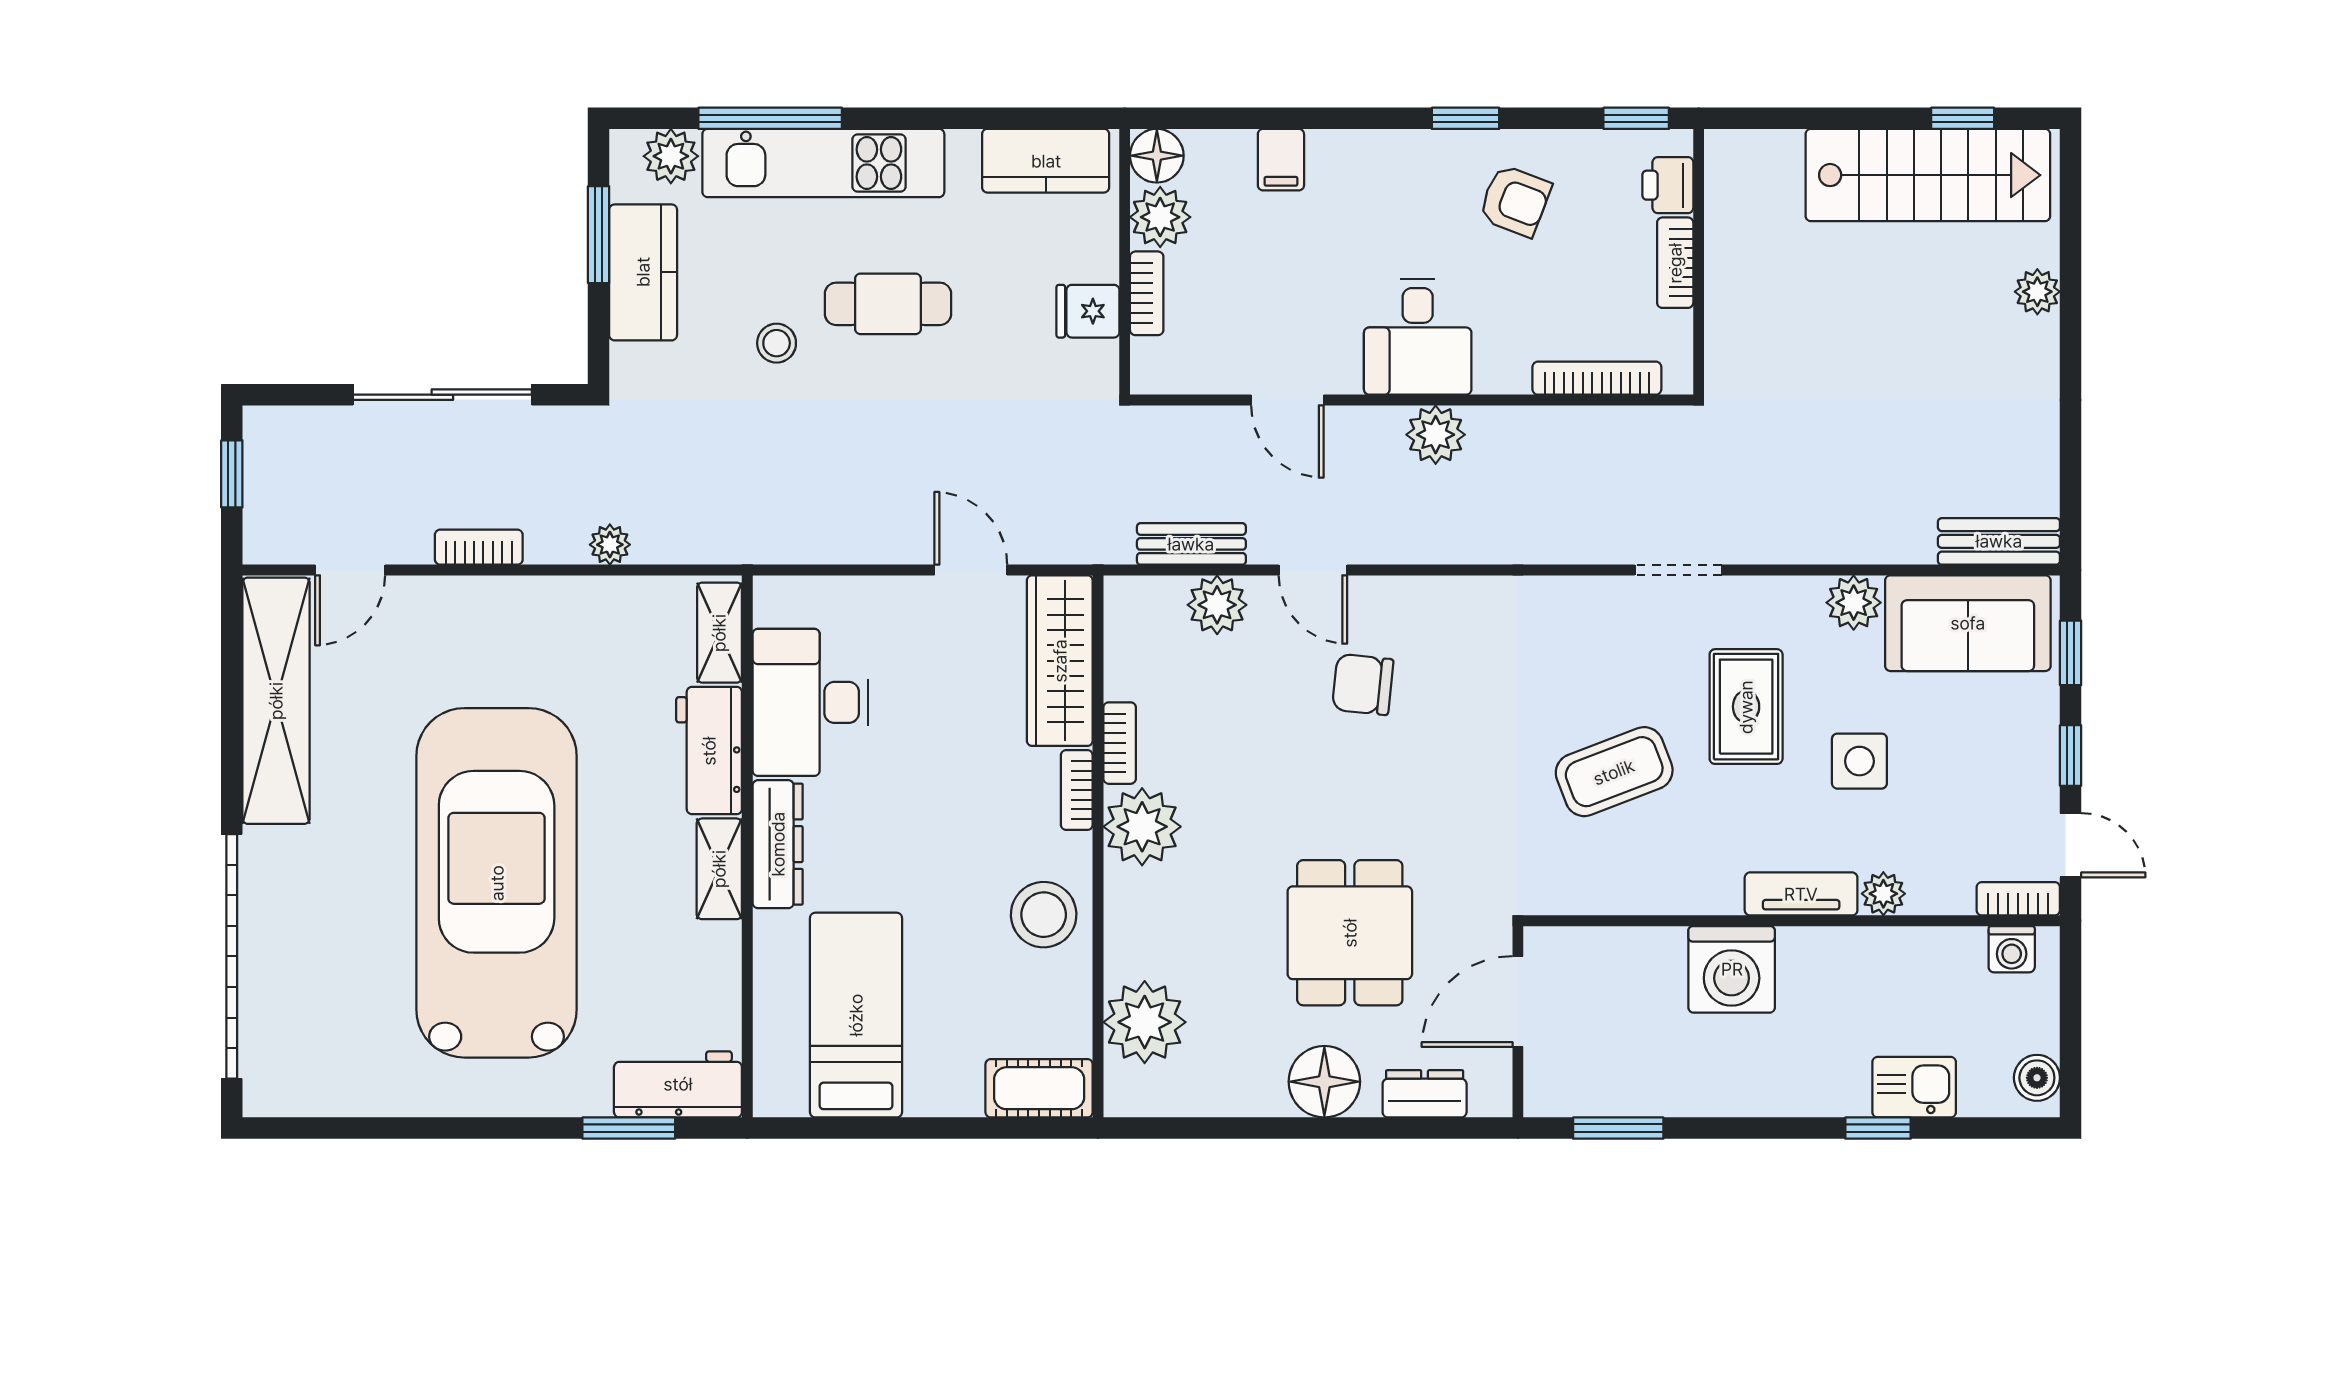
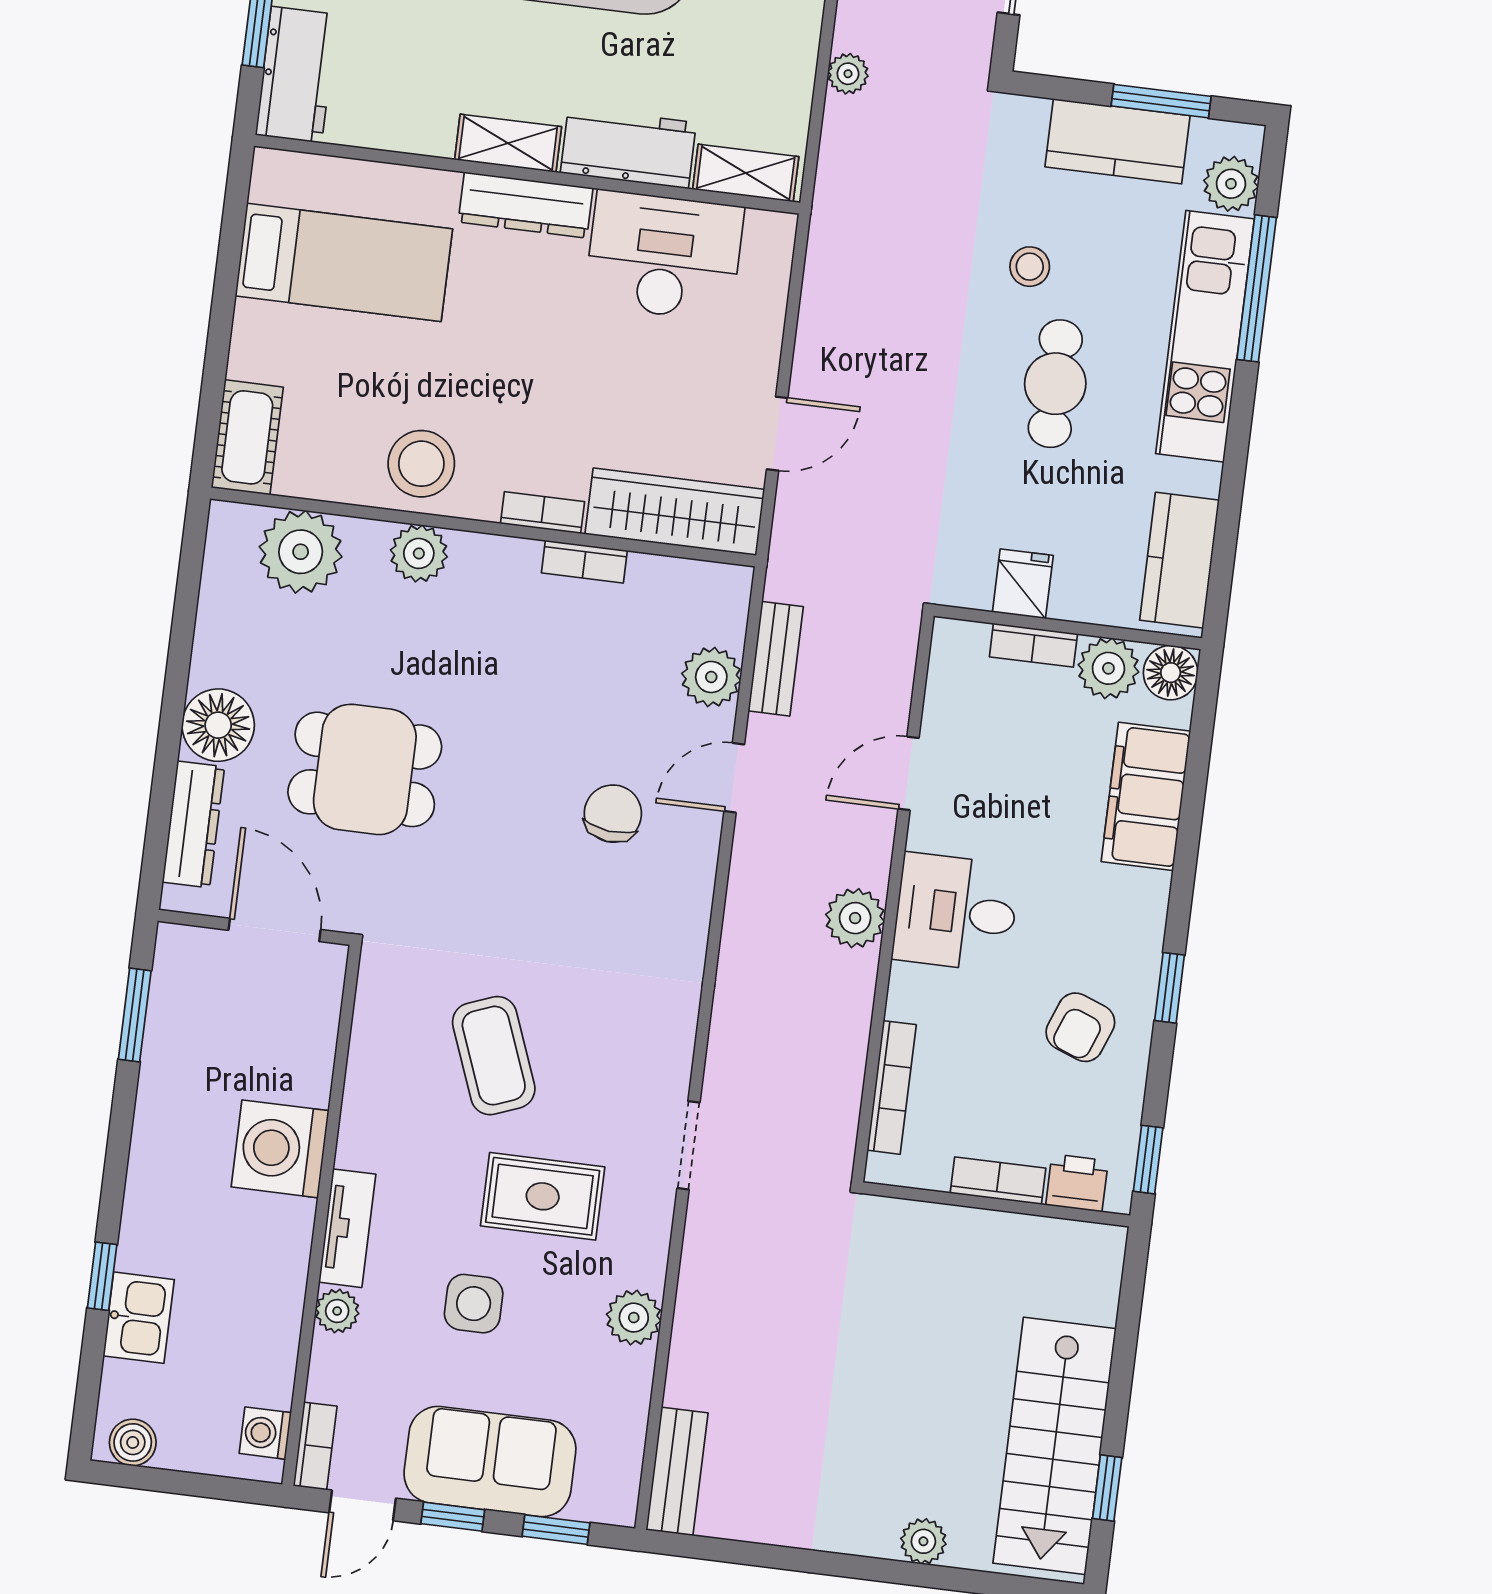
filing cabinet: (1281, 160) -> (1146, 796), width x3.00, depth x1.17
sofa: (1968, 623) -> (490, 1462), moved, turned 90
plant: (1142, 827) -> (419, 553), moved, width x0.73, depth x0.73
dresser: (1425, 1094) -> (193, 824), width x1.44

